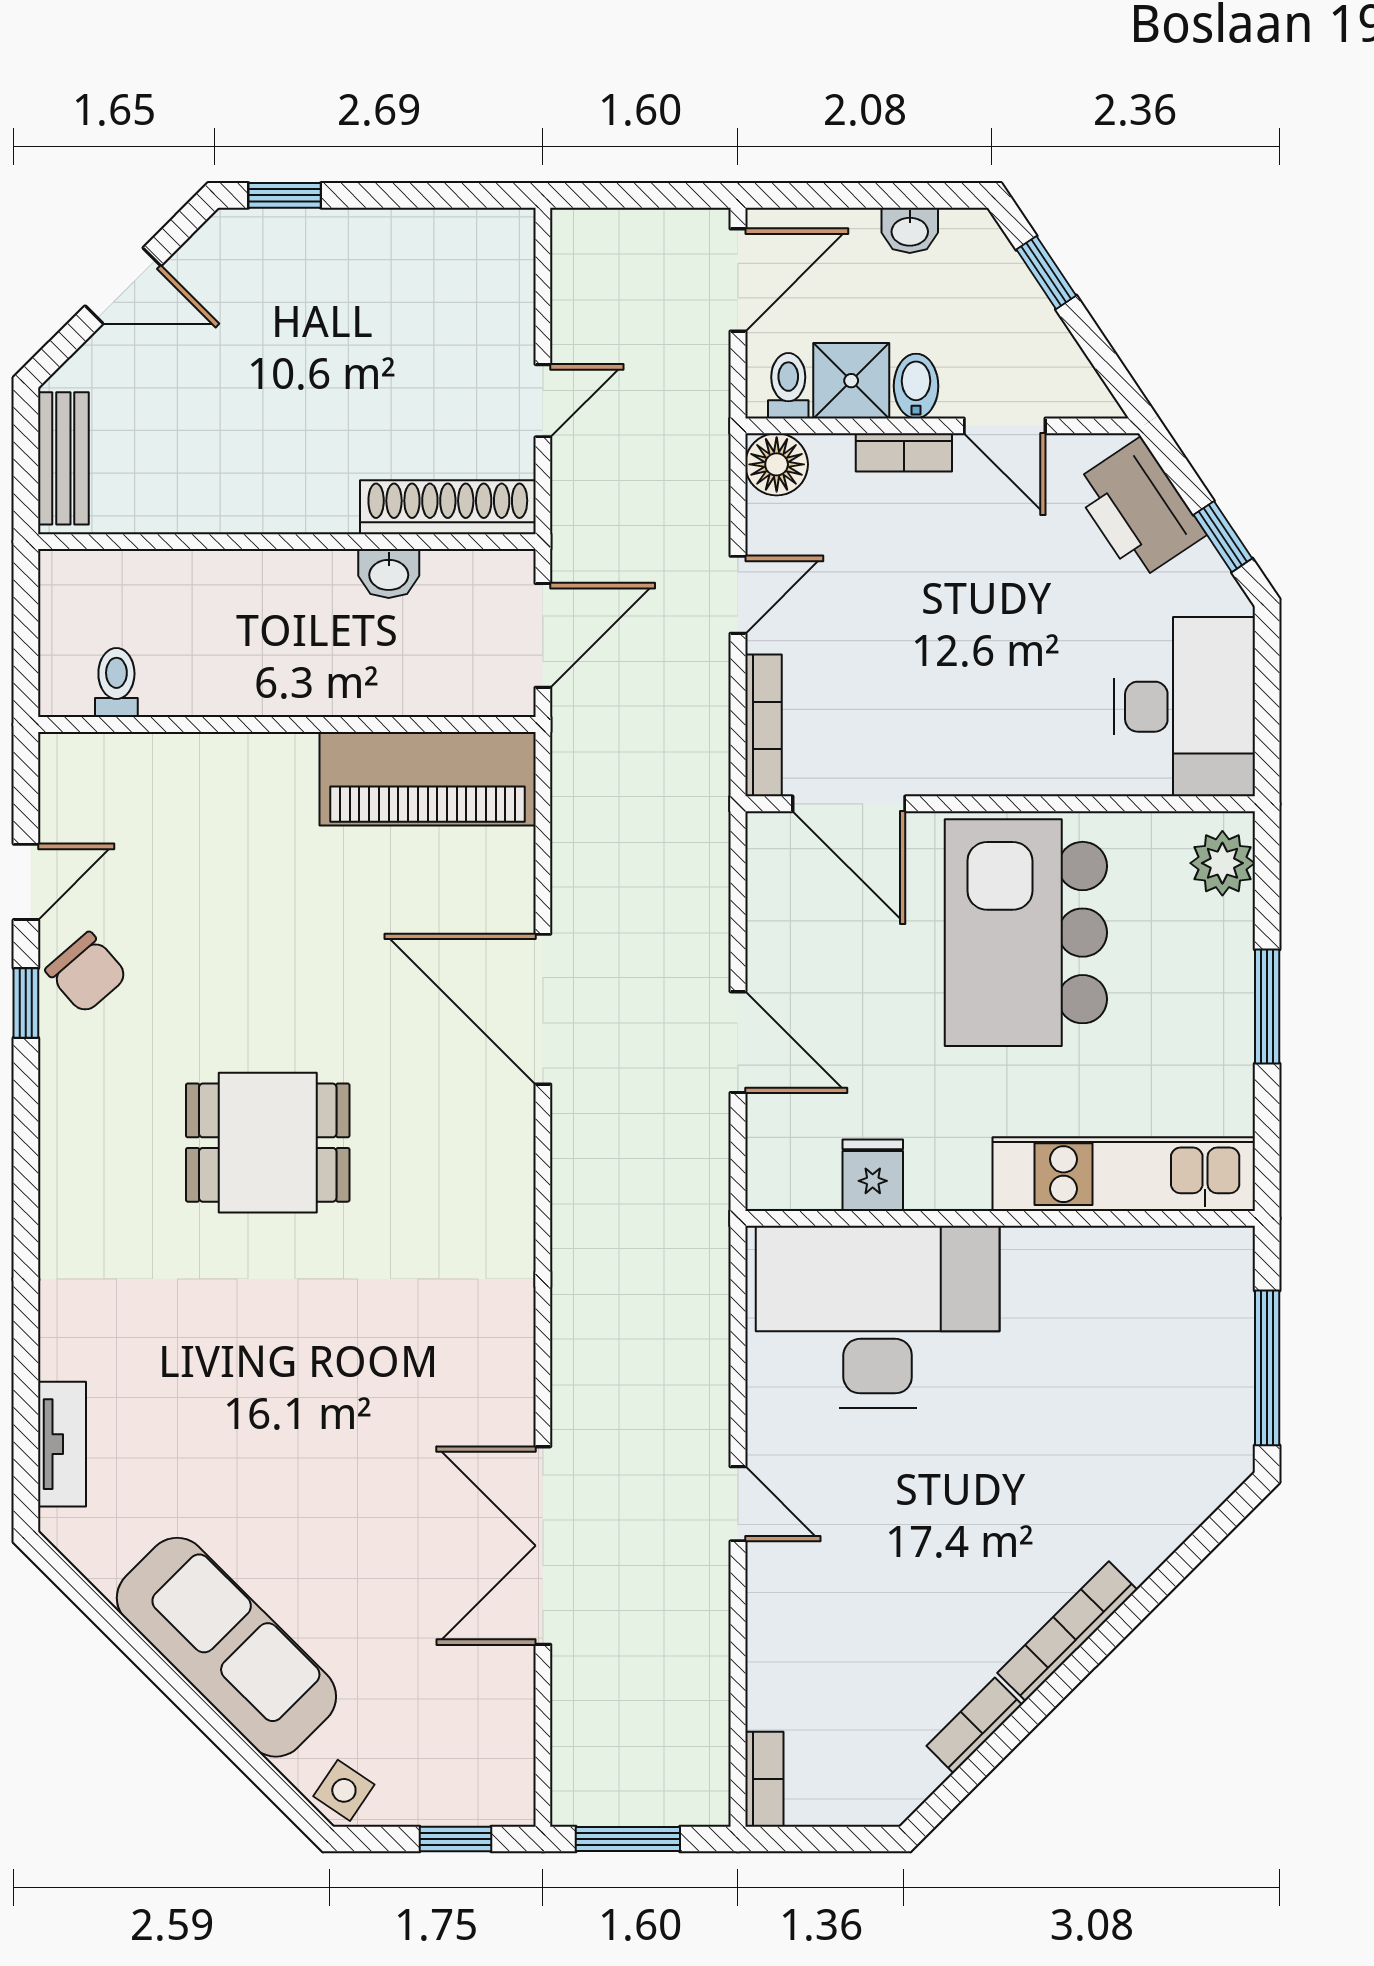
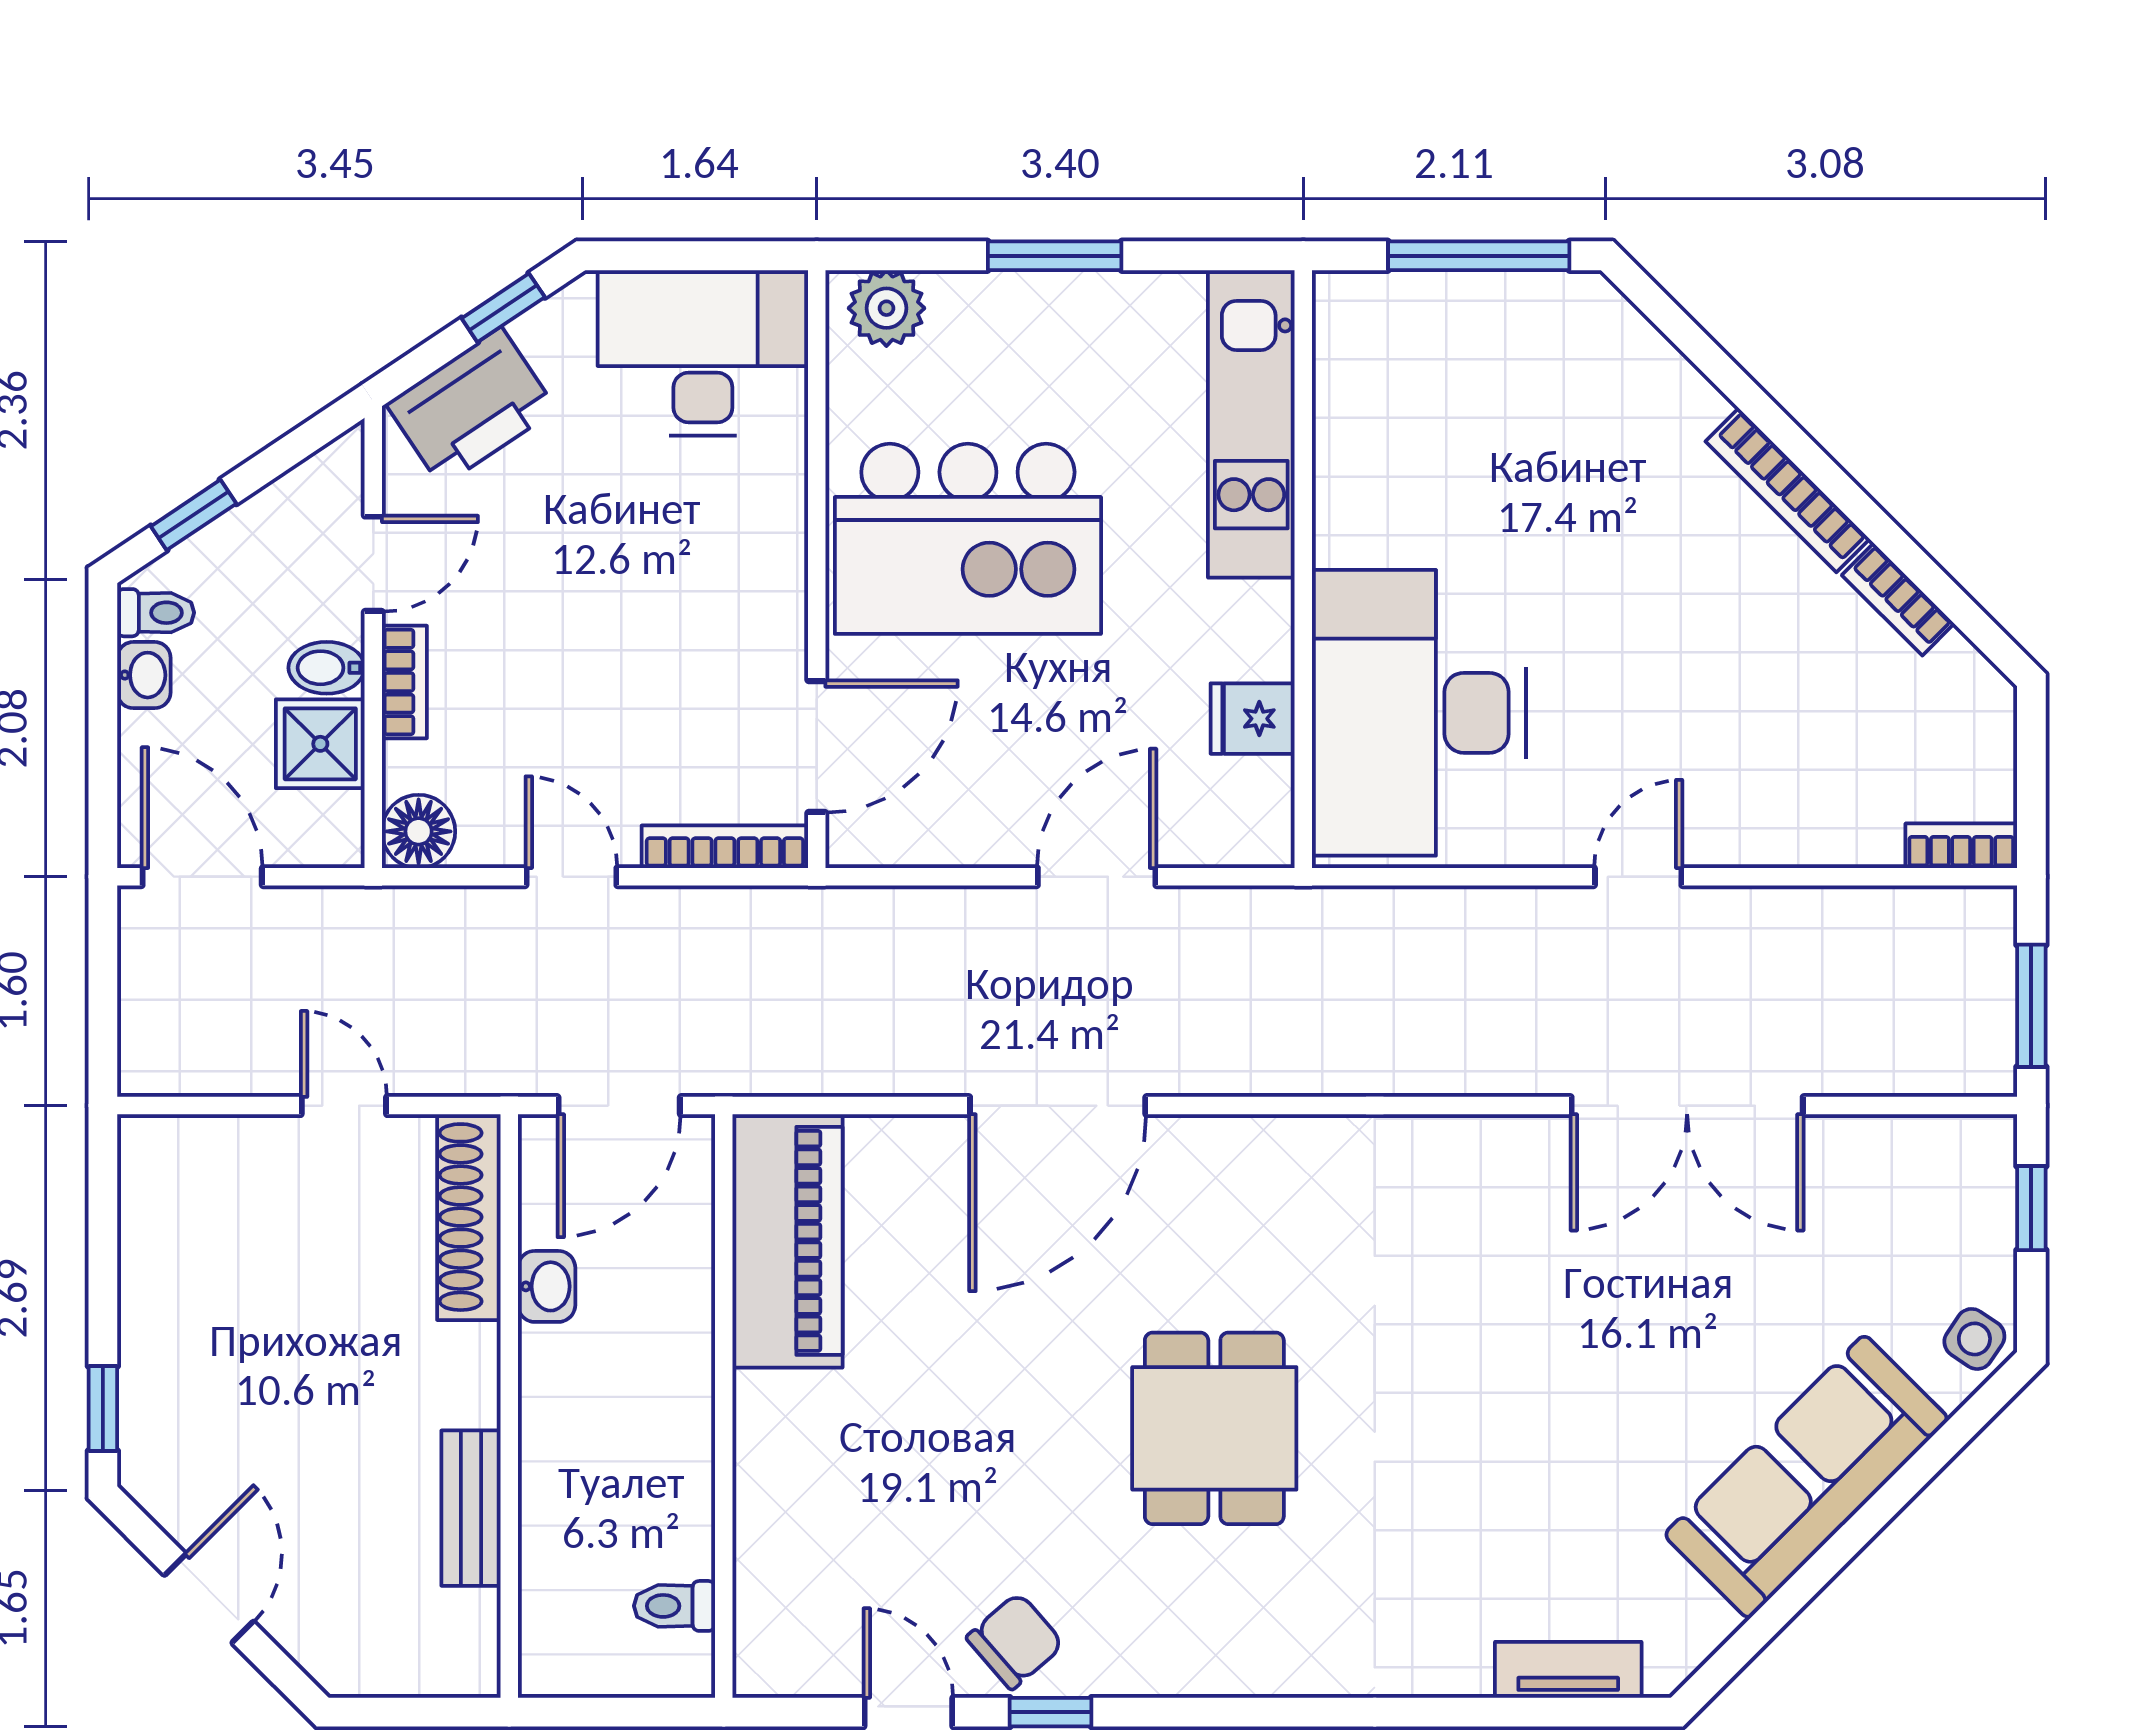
toilet: (788, 386) -> (156, 613), moved, turned 180
bench: (63, 458) -> (471, 1508), moved, turned 90
door: (543, 635) -> (619, 1106), swing flipped

